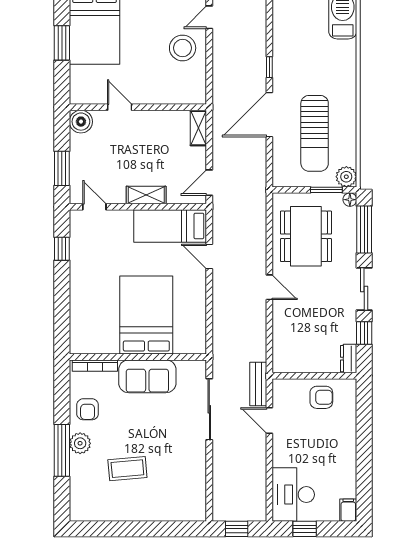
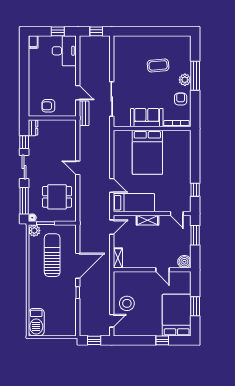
dining table: (306, 236) -> (57, 197), width x0.73

